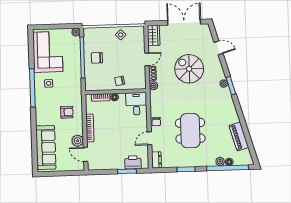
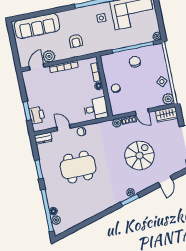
plant: (139, 32) -> (168, 99), added
piano: (239, 136) -> (81, 216), removed
plant: (220, 161) -> (56, 220), moved

